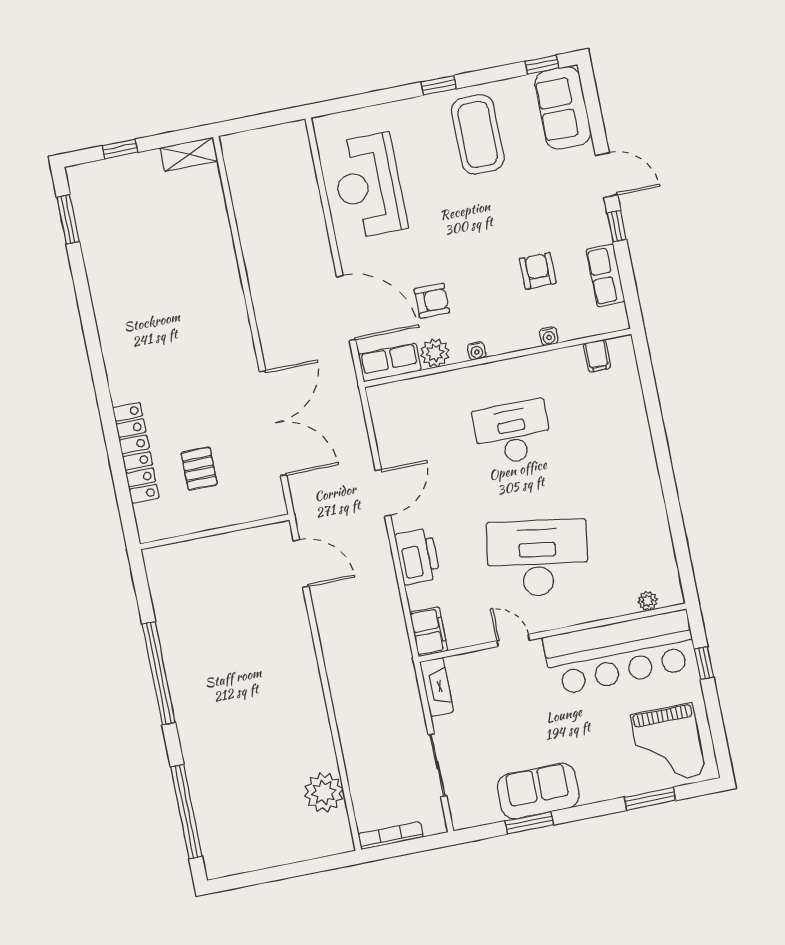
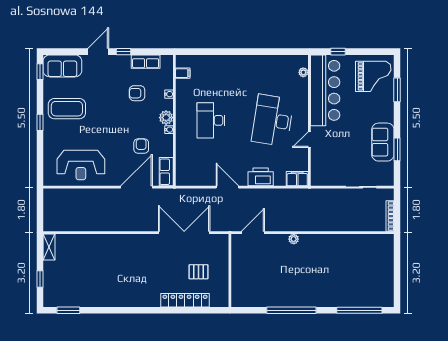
plant: (435, 353) -> (166, 118), moved
fireplace: (437, 687) -> (324, 180), removed
plant: (324, 792) -> (294, 239), moved, width x0.53, depth x0.53

